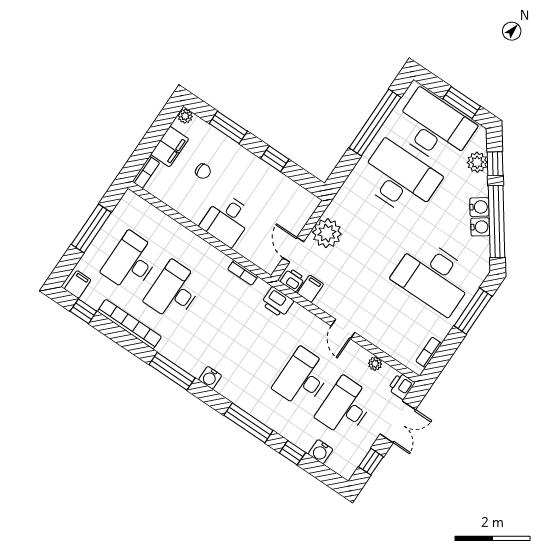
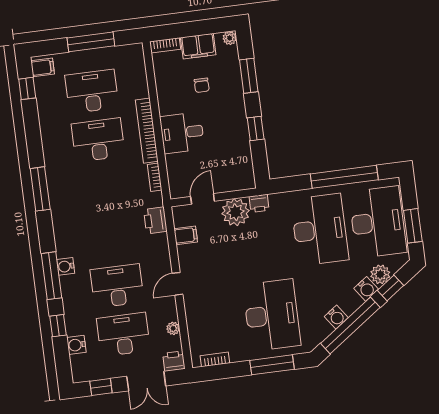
water cooler: (479, 207) -> (366, 289), moved
desk: (434, 276) -> (272, 315), turned 180
printer: (293, 280) -> (259, 203), moved, turned 90
bookcase: (129, 324) -> (147, 131), moved, turned 180
water cooler: (210, 378) -> (66, 266), moved

